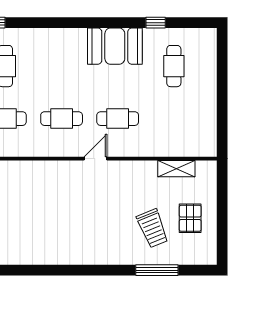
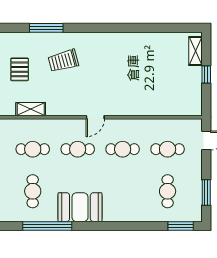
window: (156, 23) -> (47, 226), width x3.17
cafe table: (174, 119) -> (33, 149), added
trolley: (153, 228) -> (63, 61), moved, turned -83

